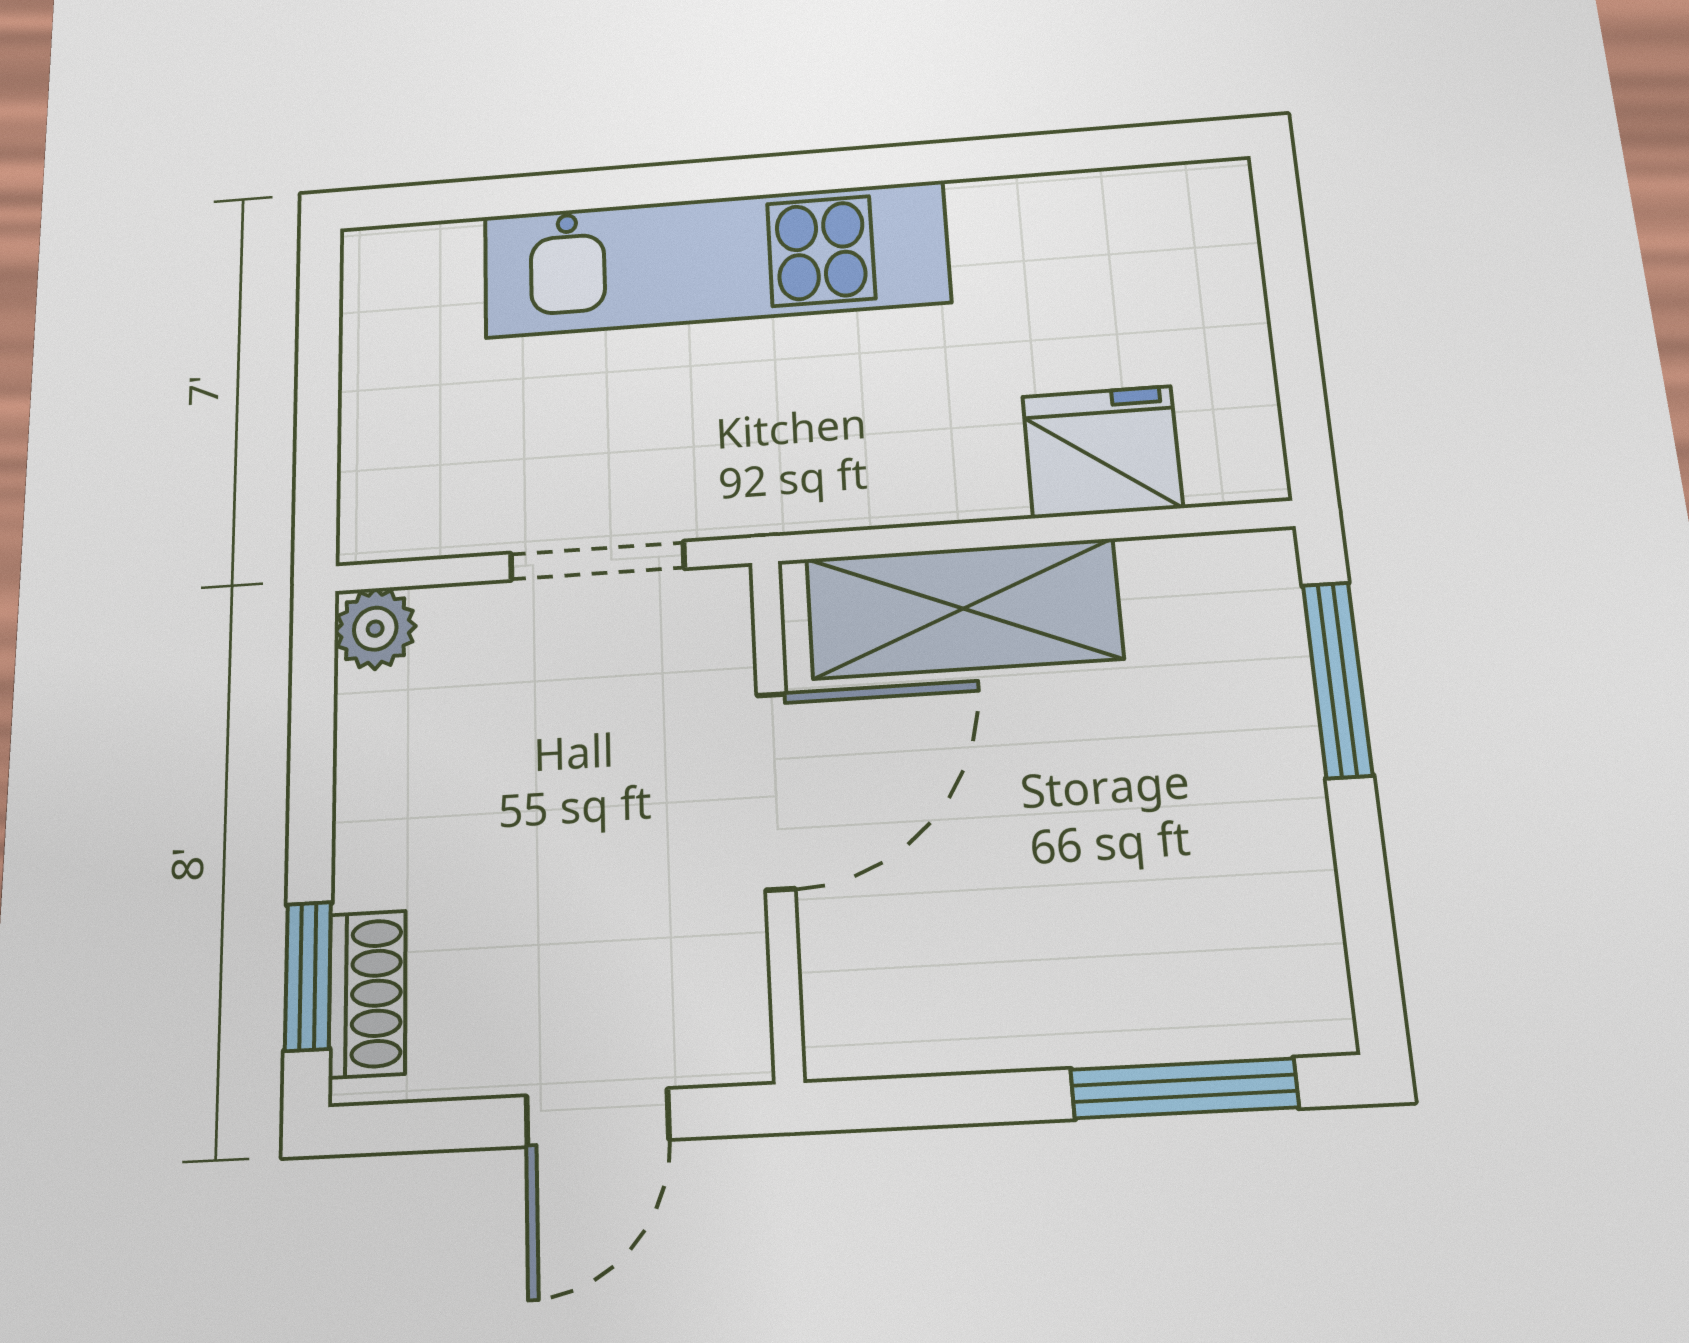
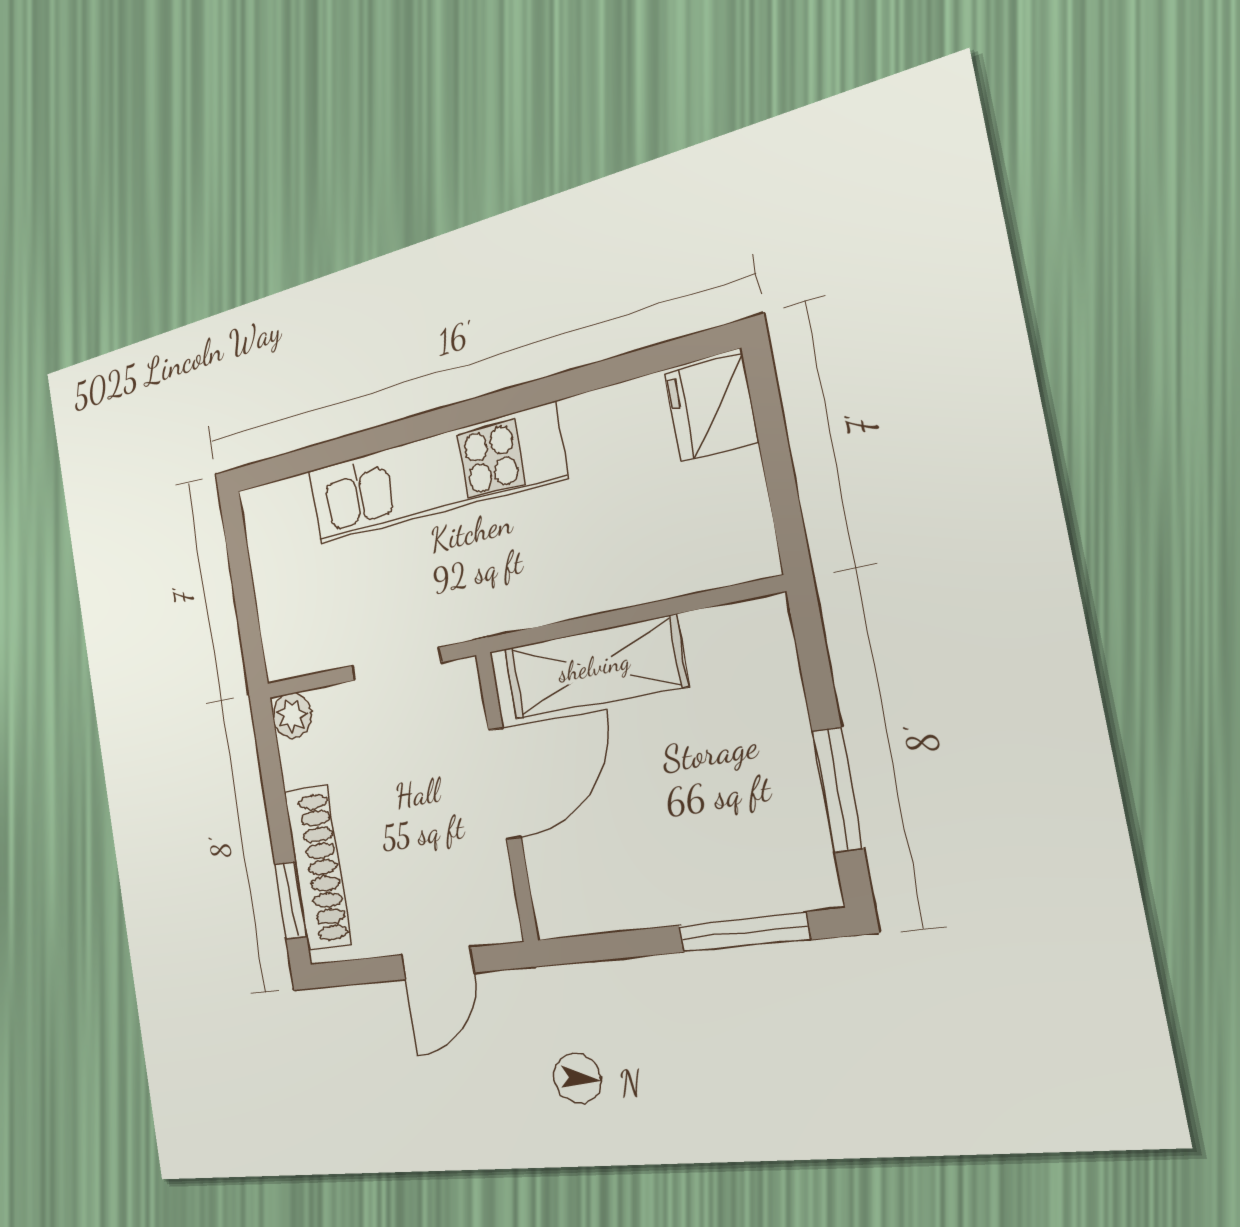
fridge: (1102, 452) -> (711, 408), moved, turned -90
window: (1337, 679) -> (838, 789), moved
shoe rack: (367, 994) -> (317, 868), width x1.94, depth x1.24

